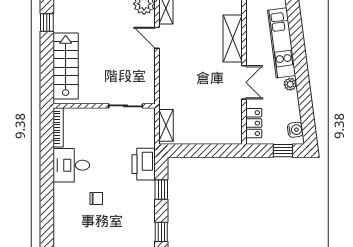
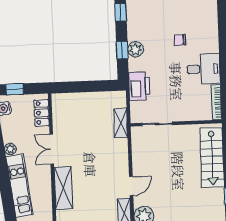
door: (157, 38) -> (131, 186), hinge flipped
shelving: (166, 125) -> (121, 123), moved
printer: (144, 164) -> (139, 86), moved
plant: (146, 190) -> (135, 49), added

